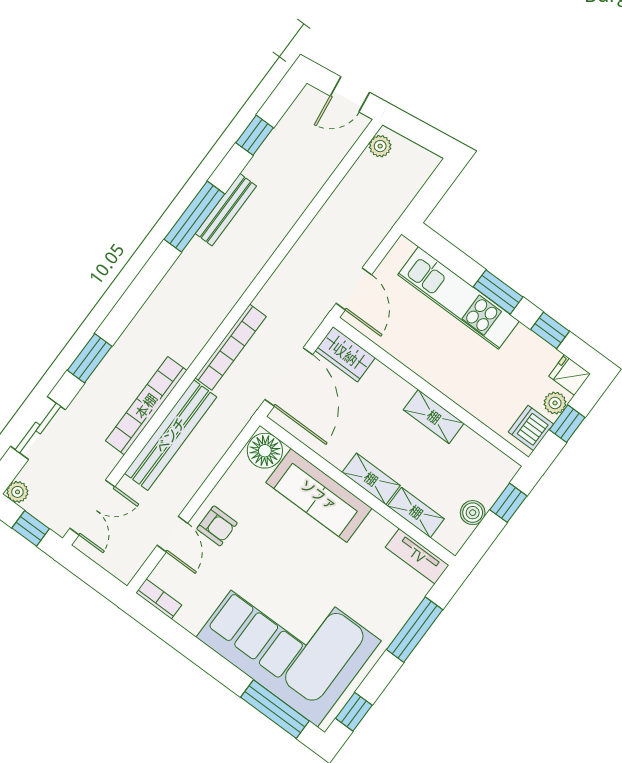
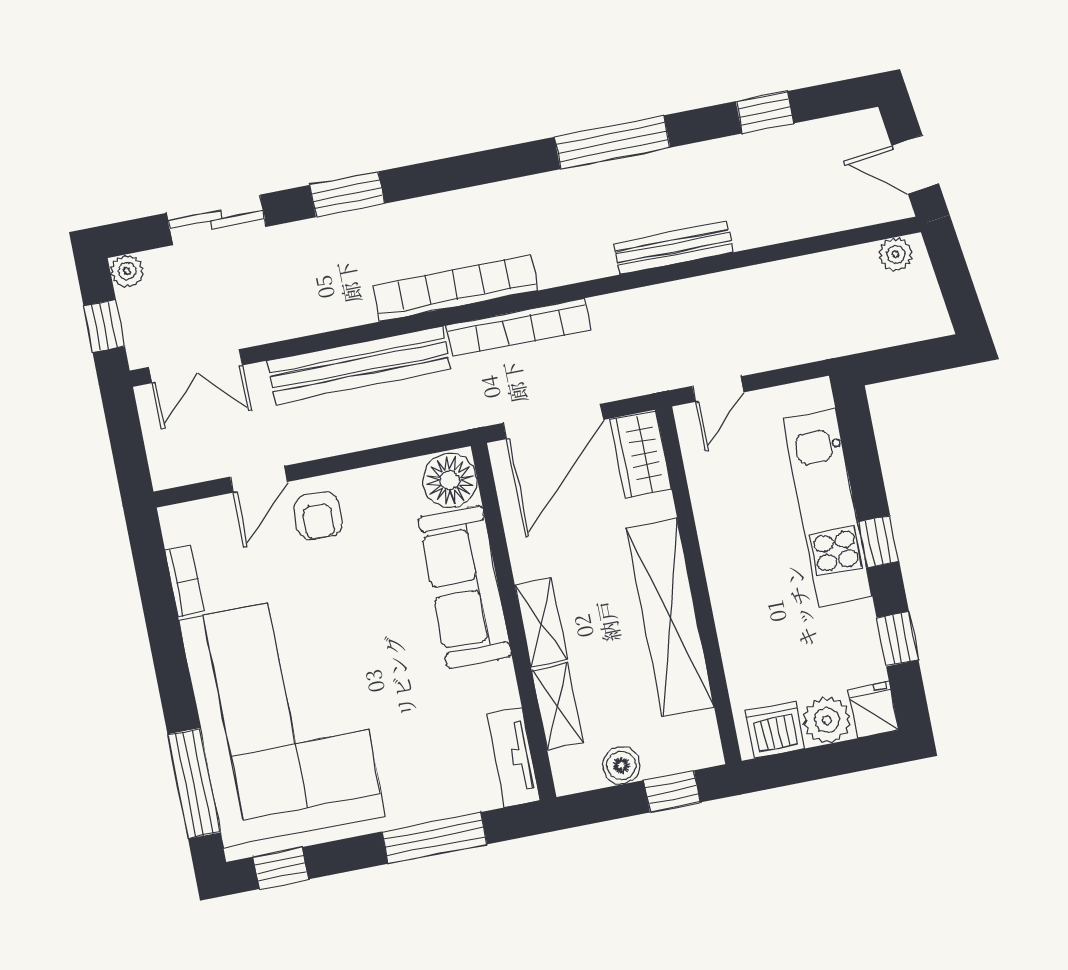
bench: (226, 210) -> (673, 248), moved
door: (354, 289) -> (718, 389), width x0.73
window: (498, 292) -> (878, 542), width x0.67
plant: (555, 403) -> (827, 720), width x1.38, depth x1.38
bookcase: (146, 406) -> (455, 288), moved
shelving: (434, 417) -> (670, 617), width x2.20, depth x1.33
window: (567, 424) -> (820, 762), removed
bookcase: (159, 599) -> (185, 581), moved

